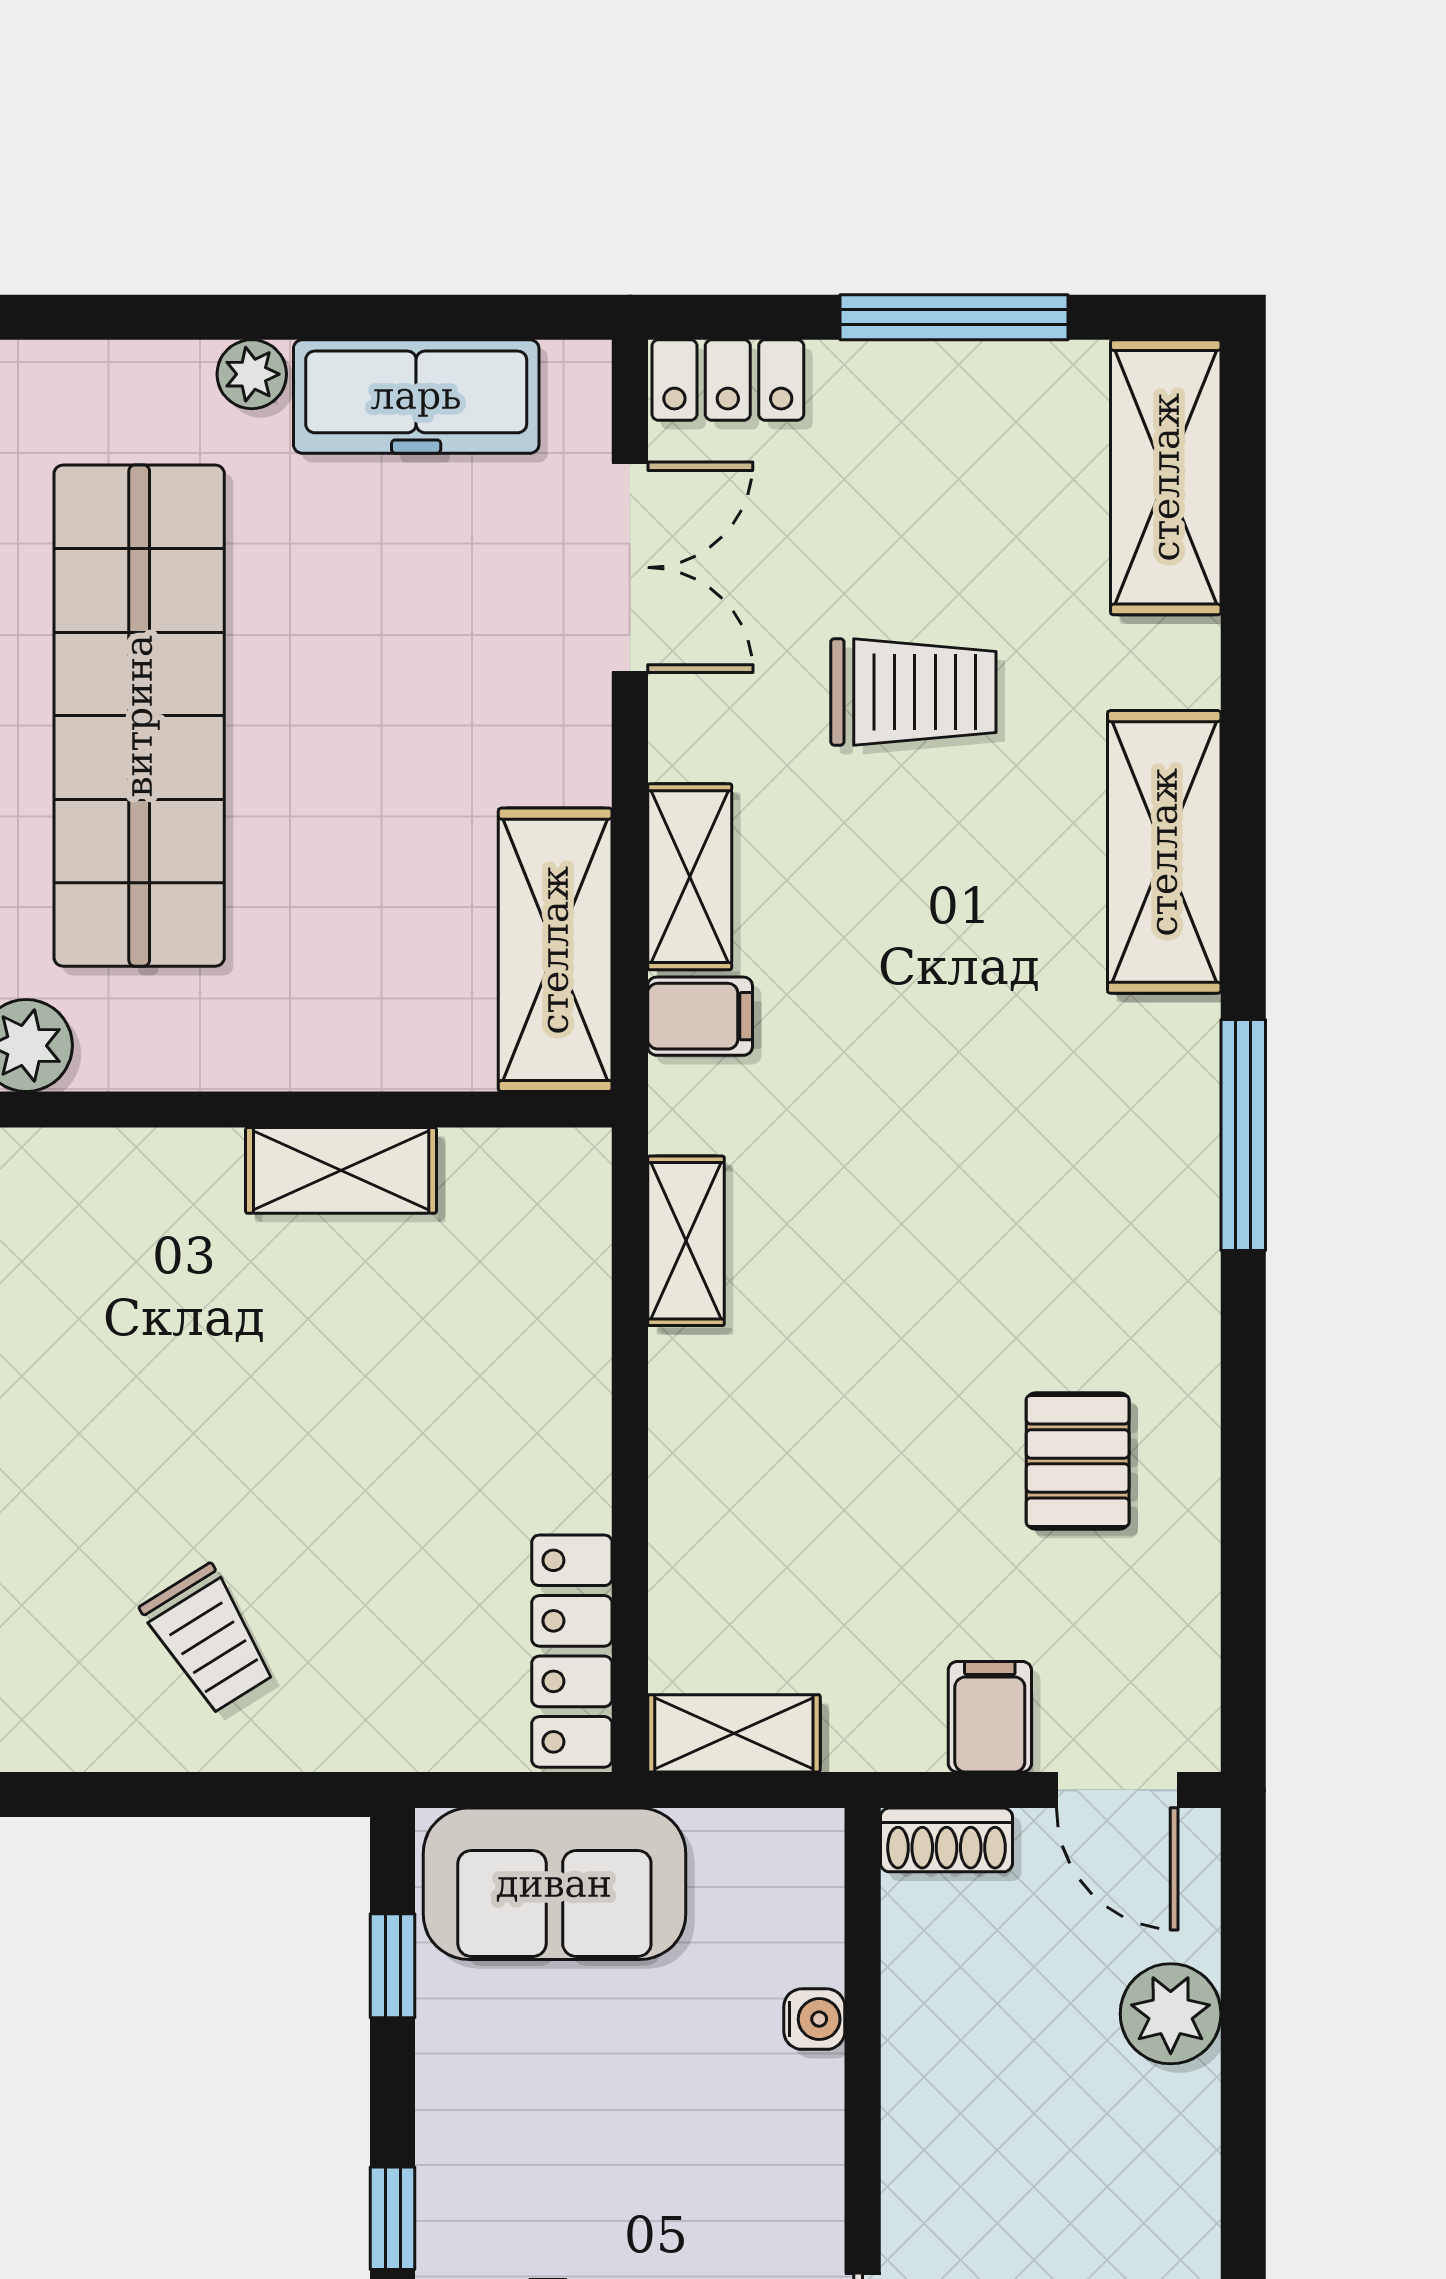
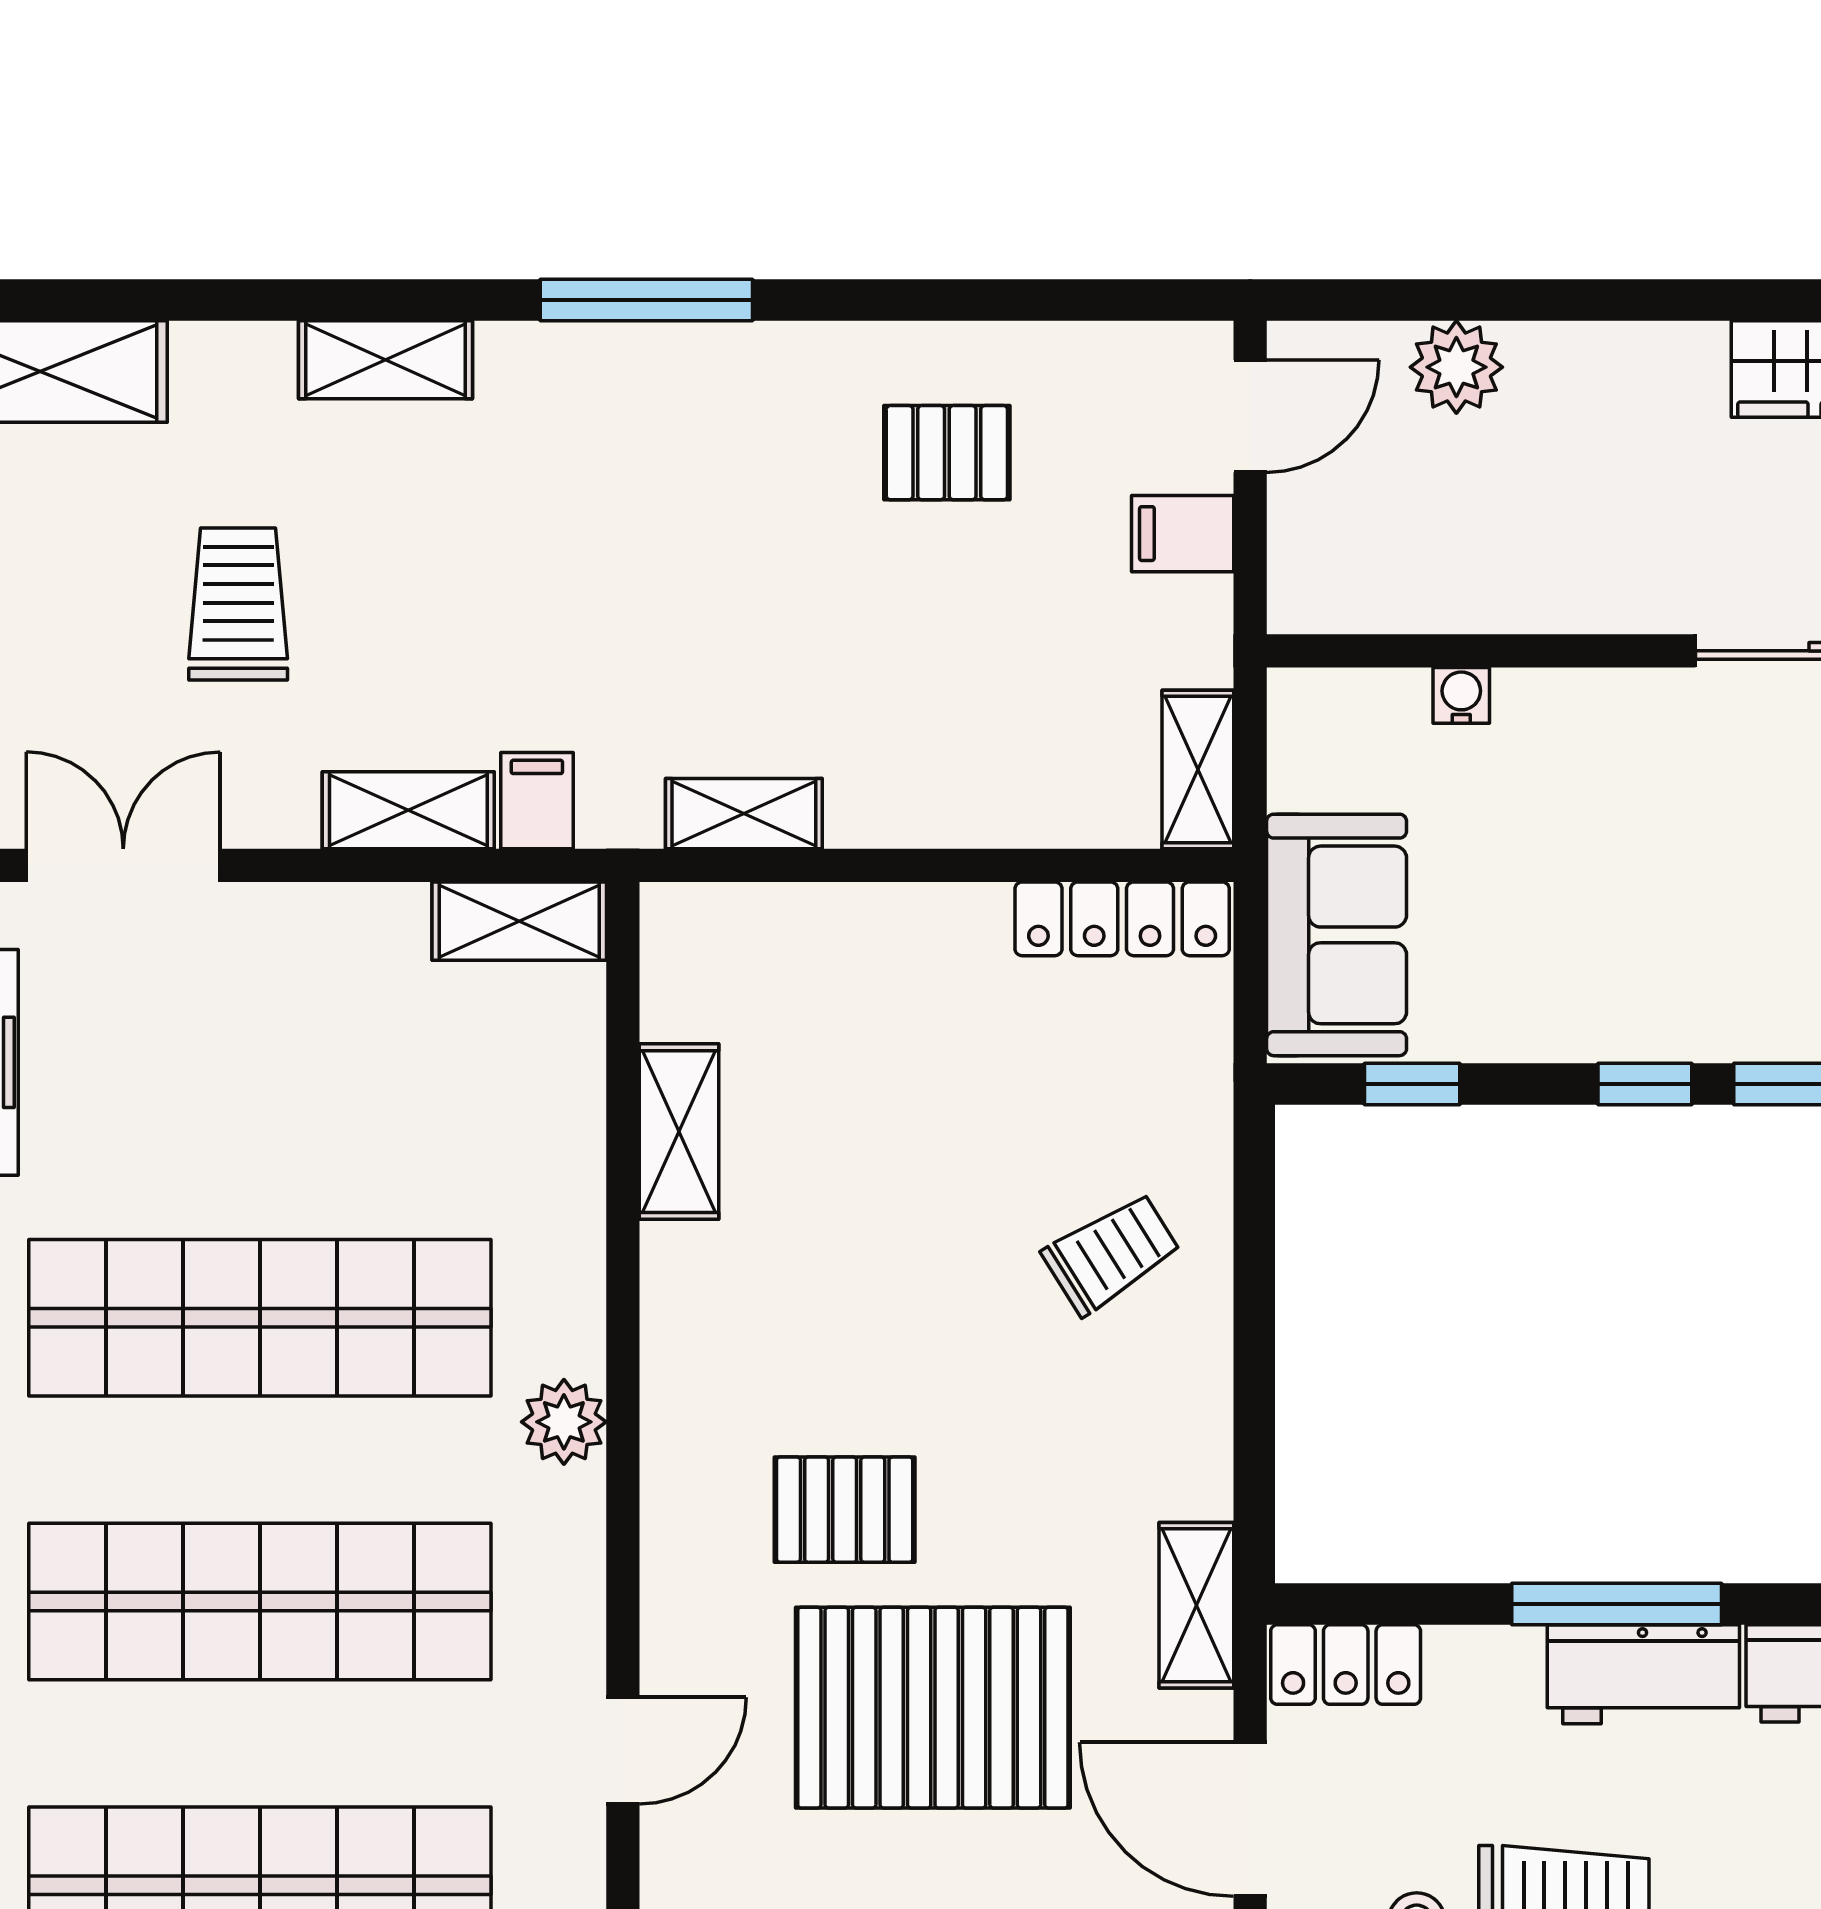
shelving: (1164, 852) -> (386, 360), width x0.67, depth x0.75
shelving: (555, 950) -> (519, 921), width x0.67, depth x0.75
shoe rack: (946, 1840) -> (1296, 574), removed

